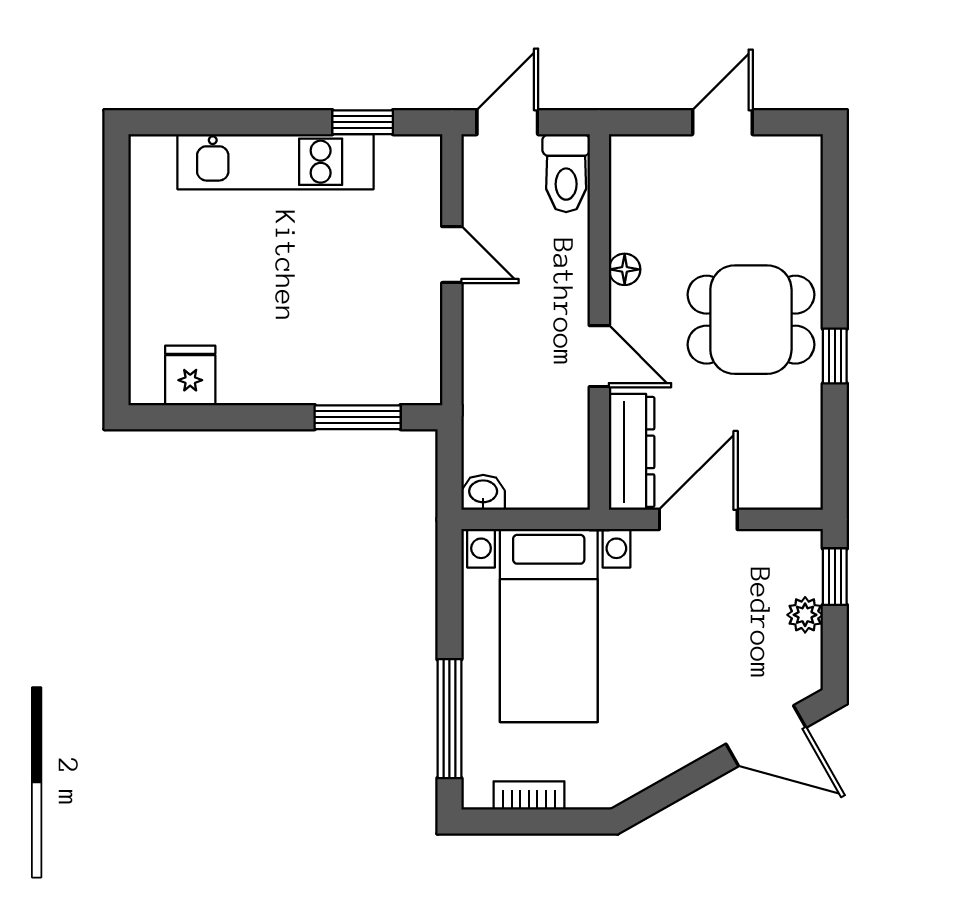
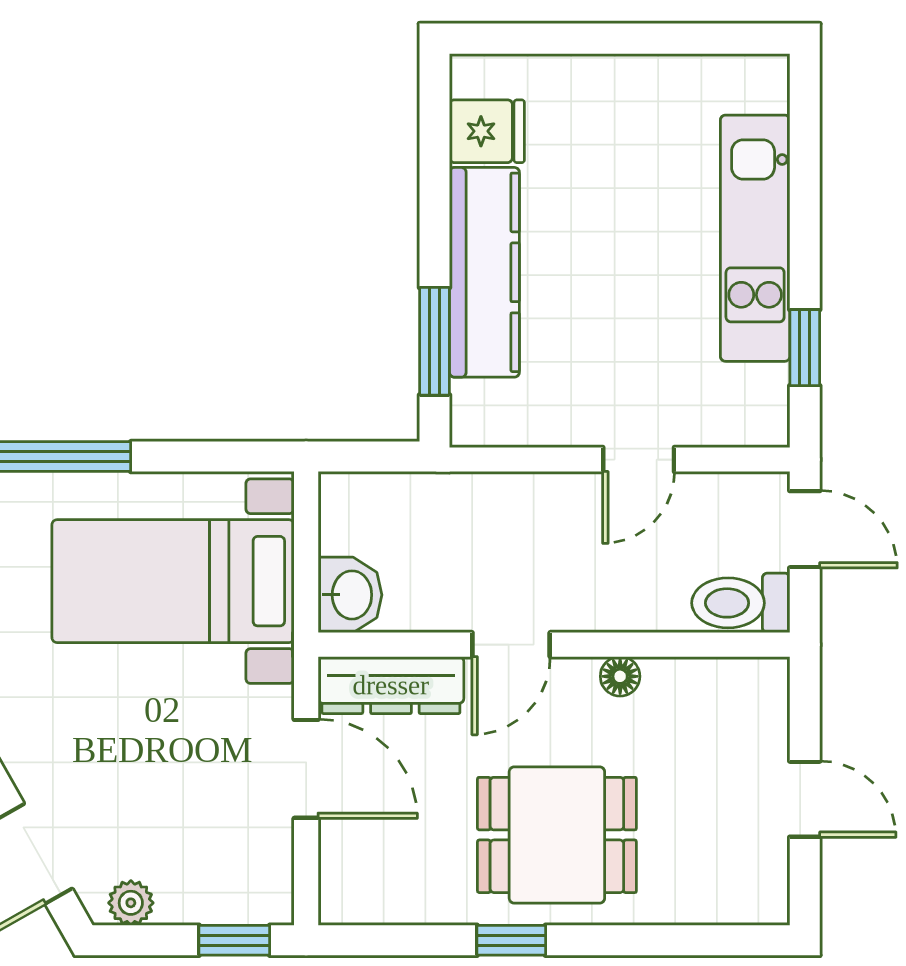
dining table: (751, 320) -> (557, 835), turned 90
kitchen counter: (303, 377) -> (484, 272), added
washbasin: (483, 492) -> (350, 595), moved, width x1.38, depth x1.45
plant: (805, 615) -> (131, 903), moved

